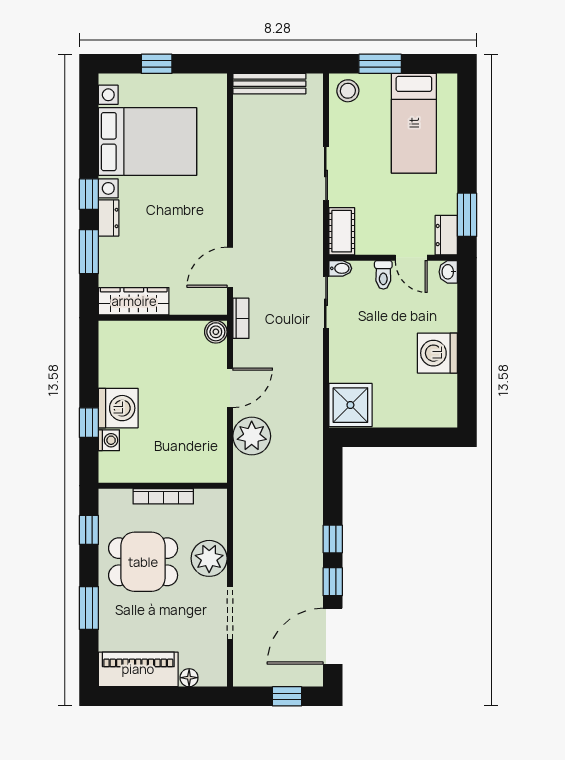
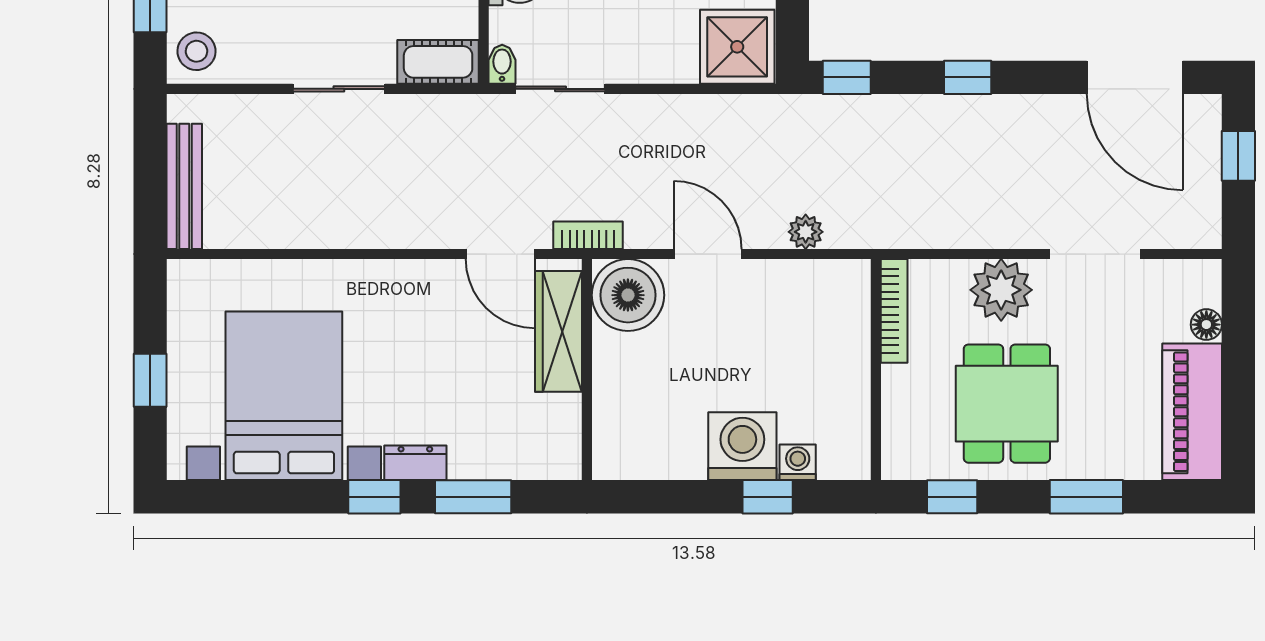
wardrobe: (134, 301) -> (559, 331), moved
boiler: (216, 332) -> (628, 295), width x1.86, depth x1.86
plant: (252, 436) -> (806, 232), width x0.53, depth x0.53
bookcase: (163, 496) -> (894, 311), moved
window: (333, 582) -> (847, 77), moved

